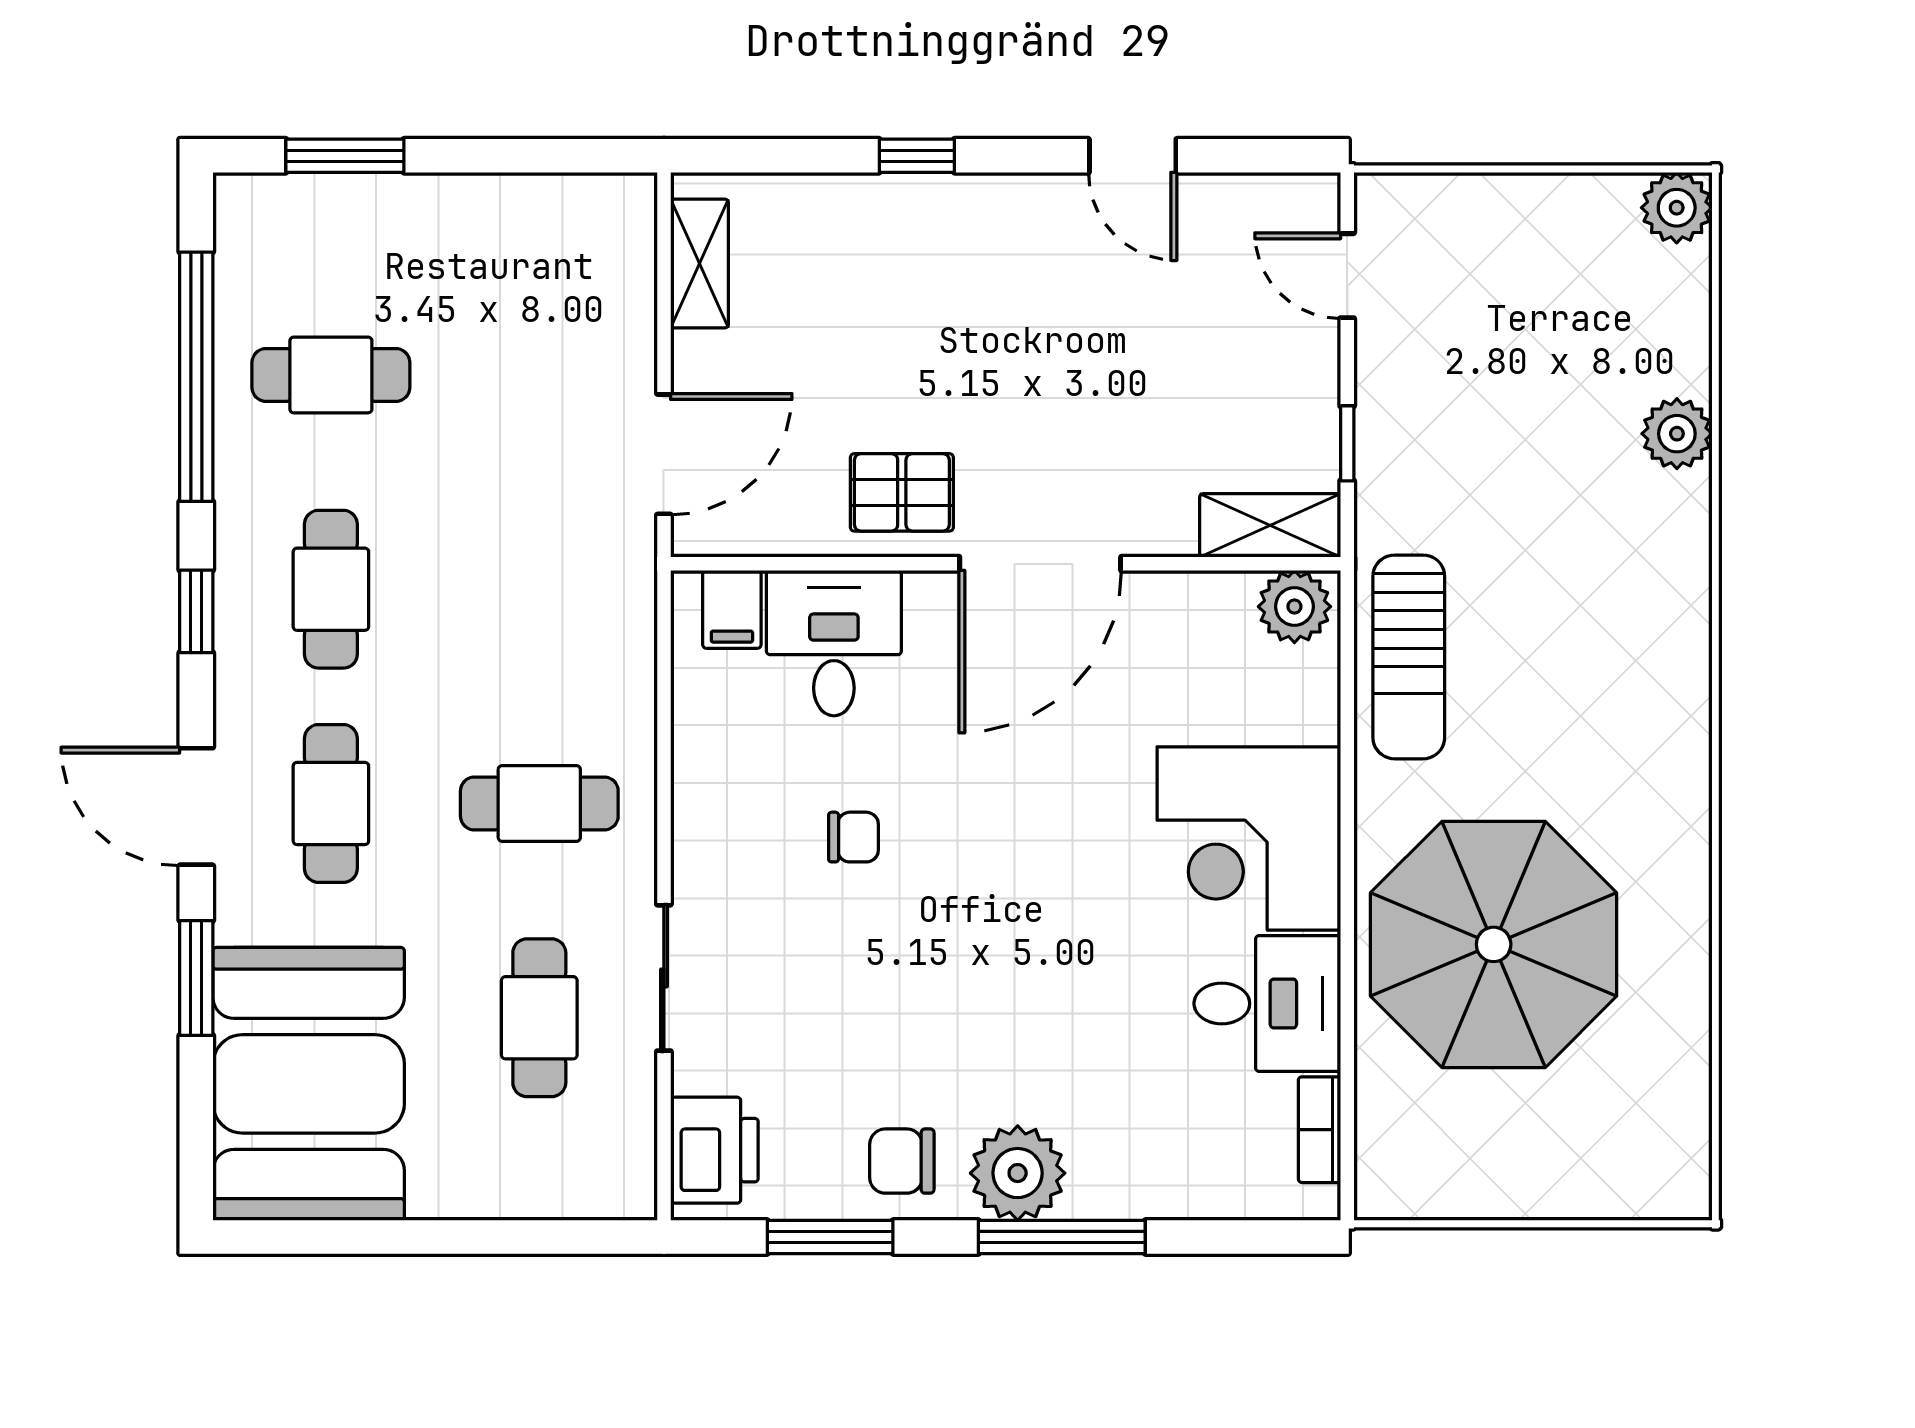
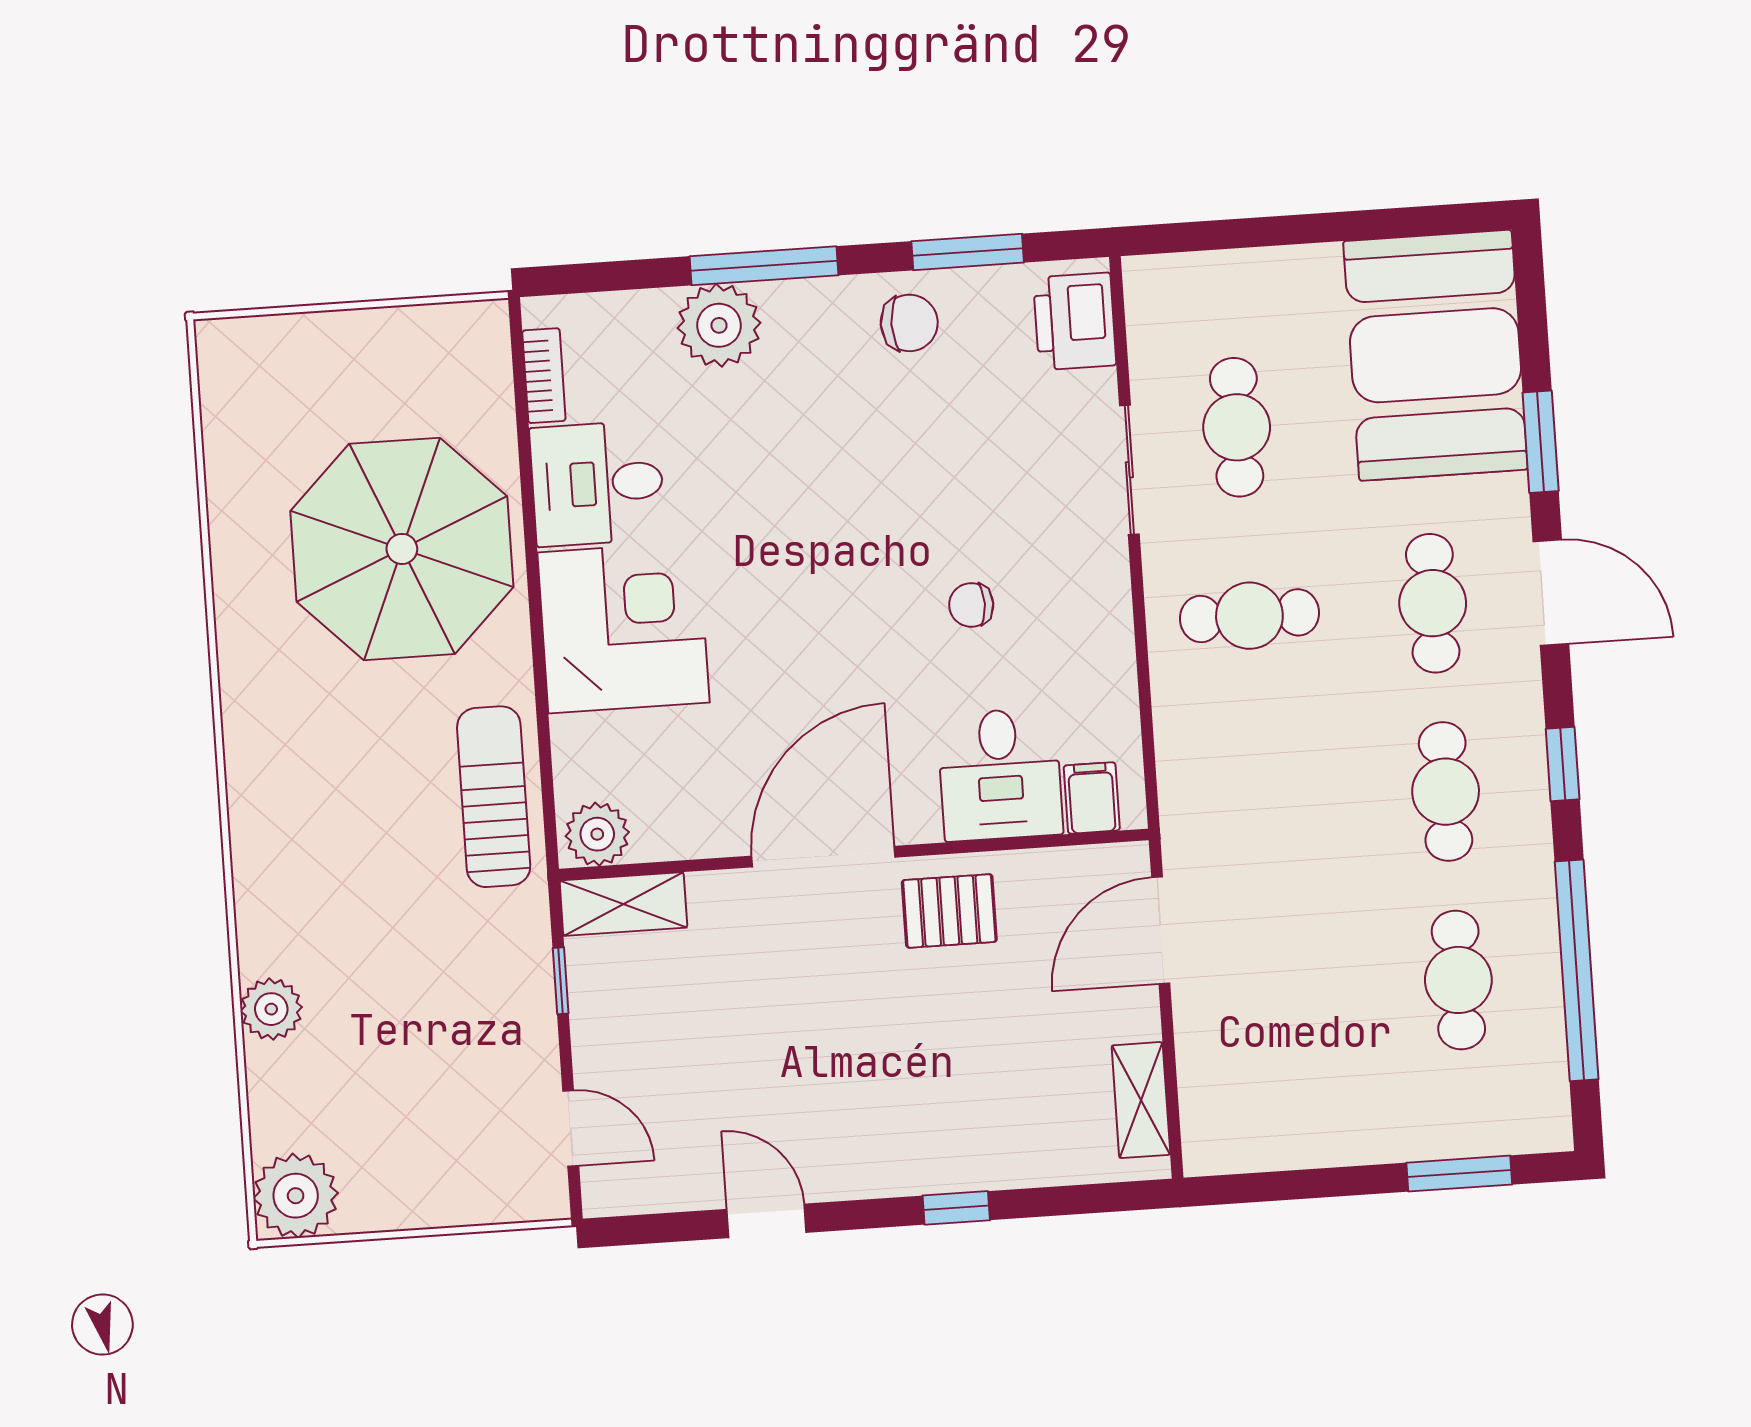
plant: (1677, 208) -> (296, 1196), width x1.36, depth x1.36
cafe table: (331, 375) -> (1458, 980), turned 90
plant: (1018, 1173) -> (719, 325), moved

